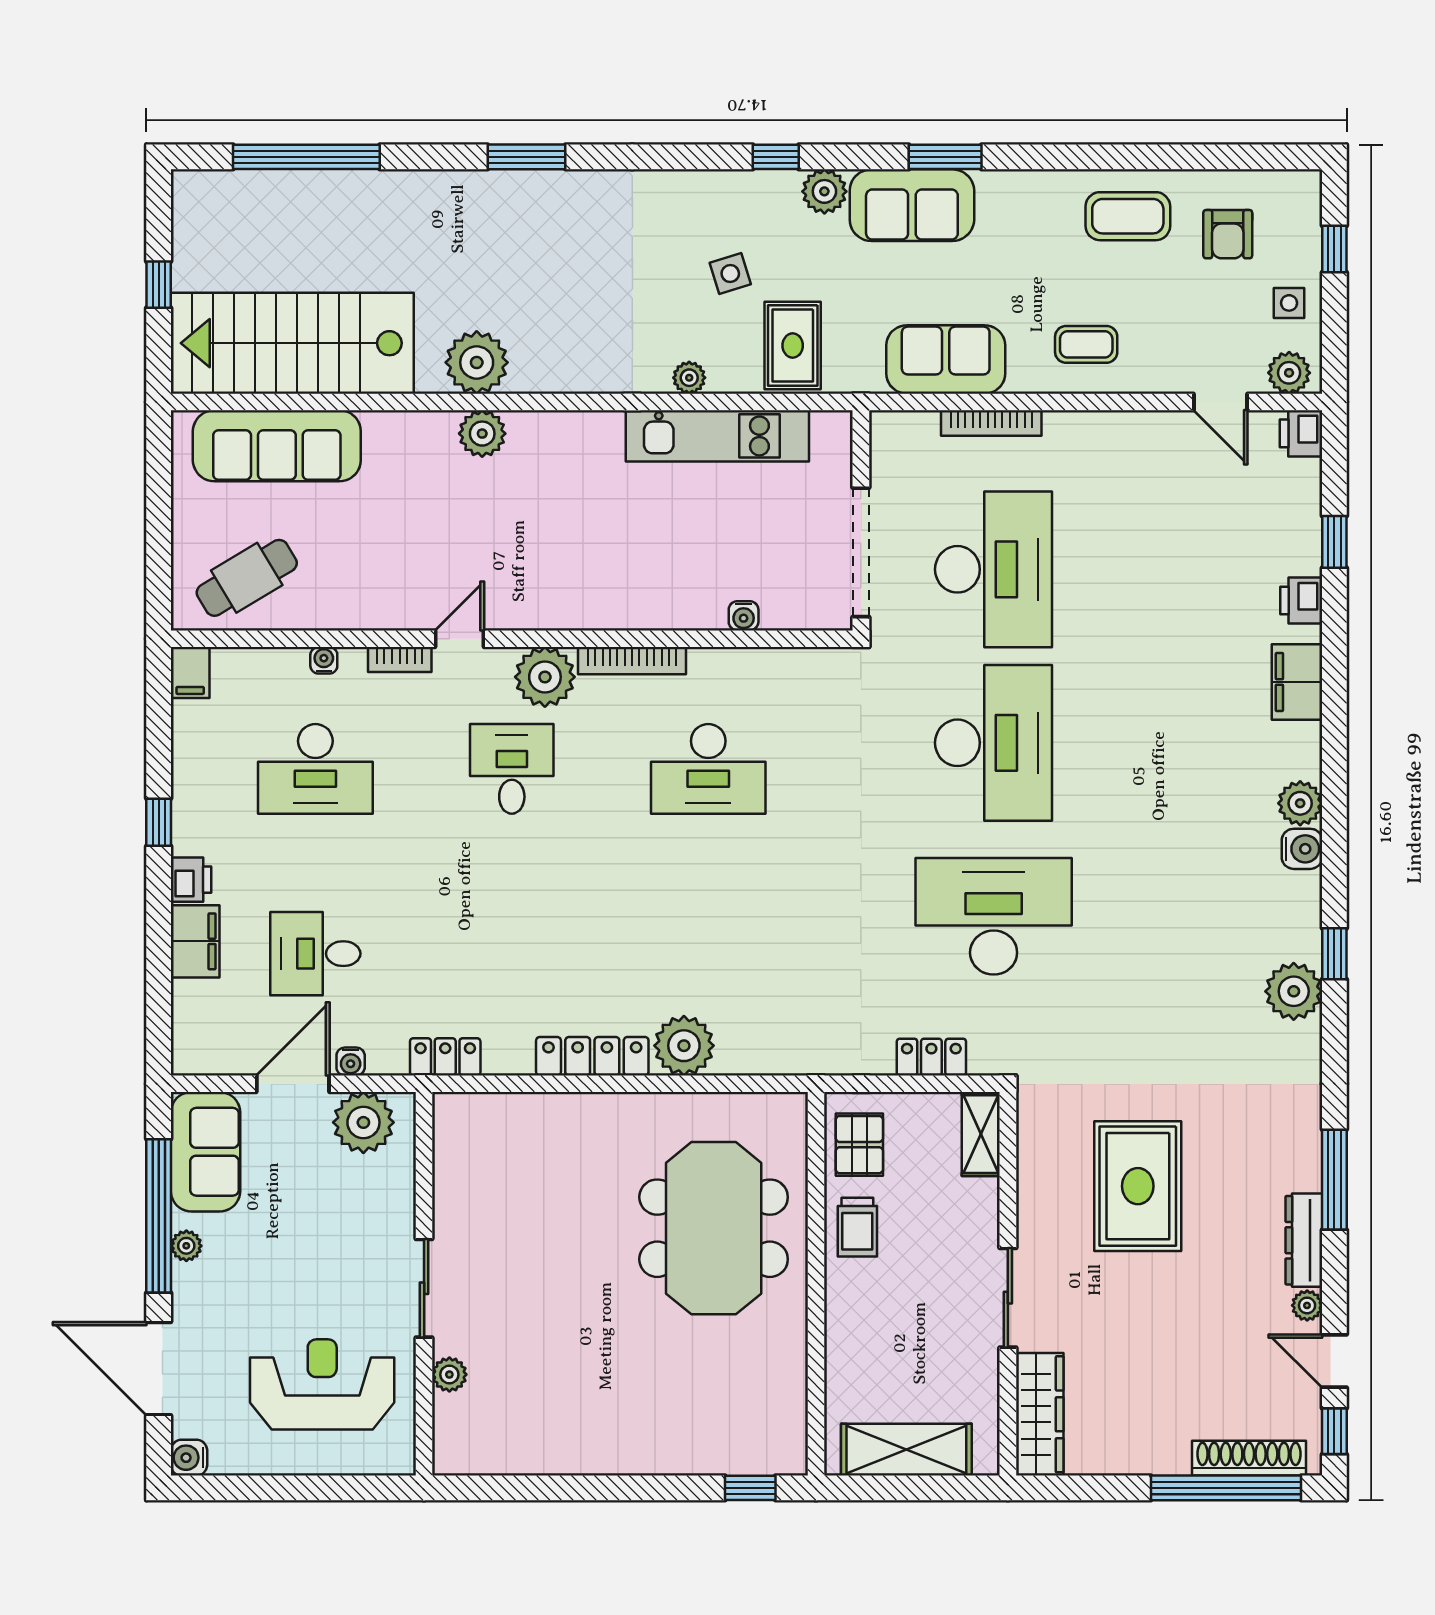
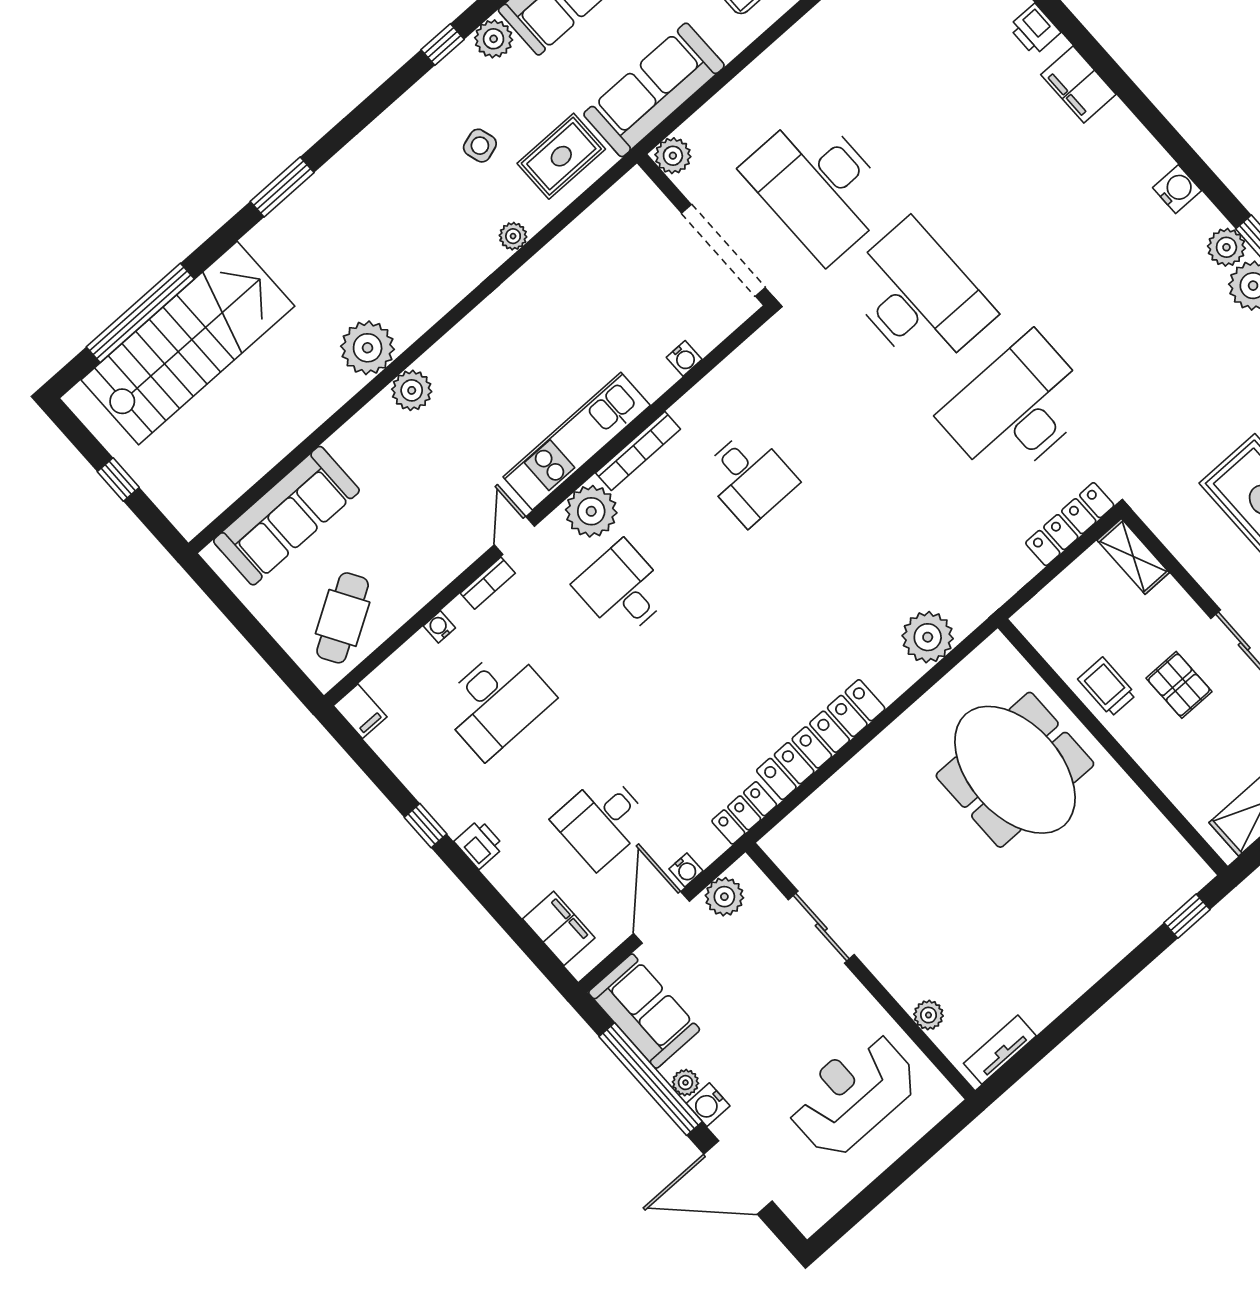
stairs: (292, 343) -> (188, 343), moved, turned 180
rug: (793, 345) -> (561, 156), turned 90
sofa: (946, 359) -> (654, 90), width x1.36
bookcase: (991, 423) -> (733, 93), removed
plant: (890, 431) -> (673, 156), added
kitchen unit: (717, 436) -> (577, 441), moved, turned 180
desk: (994, 569) -> (819, 185), turned 180
desk: (708, 769) -> (749, 477), width x0.73
plant: (1300, 803) -> (1226, 247), moved
filing cabinet: (195, 941) -> (559, 928), moved
plant: (684, 1046) -> (928, 637), moved
locker: (592, 1056) -> (821, 740), width x1.41, depth x1.21
locker: (931, 1057) -> (1070, 524), width x1.53
plant: (363, 1122) -> (724, 897), width x0.73, depth x0.73
pallet: (859, 1145) -> (1179, 685), moved
trolley: (857, 1227) -> (1107, 687), turned 180
sliding door: (424, 1288) -> (821, 927), moved
water cooler: (189, 1458) -> (708, 1105), moved
tv unit: (485, 1460) -> (1000, 1050), added

